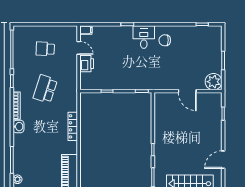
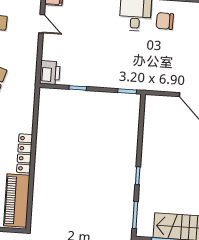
printer: (87, 64) -> (50, 73), moved
locker: (73, 126) -> (25, 153), moved

